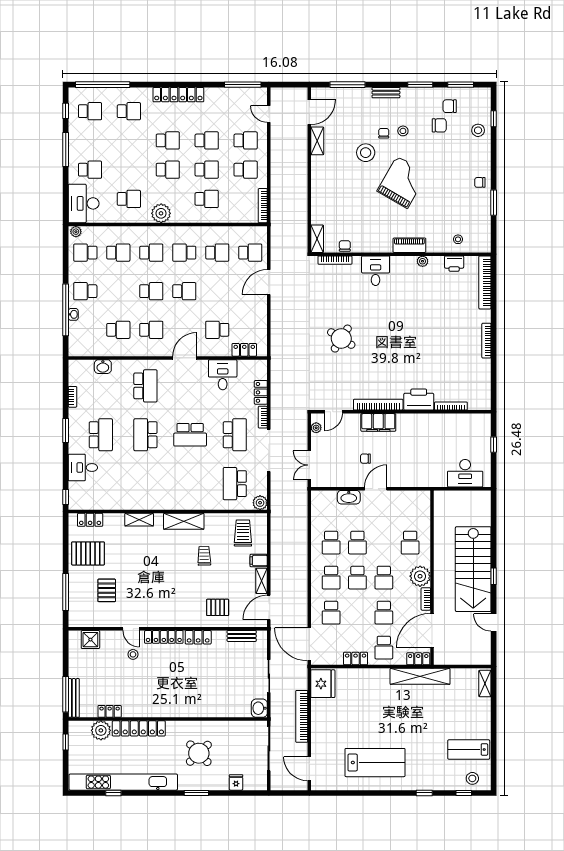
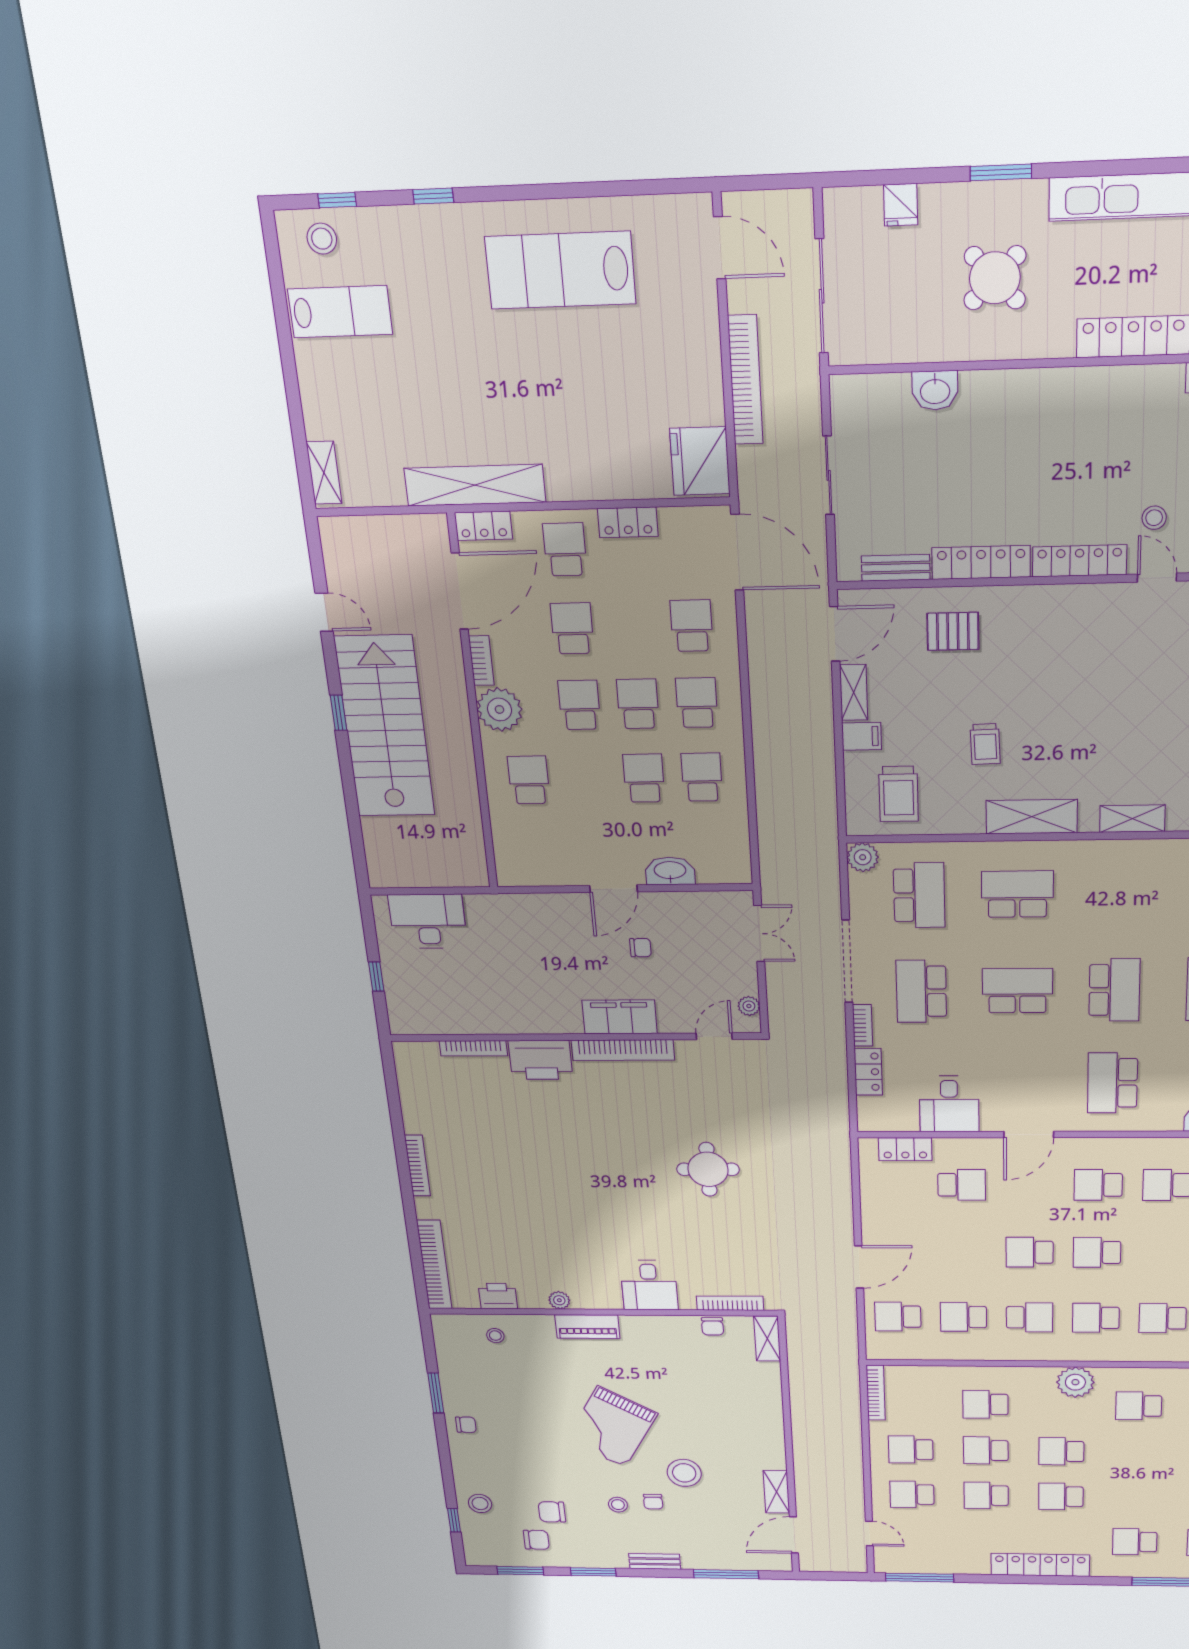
round table: (341, 339) -> (708, 1169), turned -32
school desk: (190, 484) -> (1017, 894), added
locker: (198, 637) -> (981, 562), width x1.53
washbasin: (259, 708) -> (935, 390), moved, turned 90

